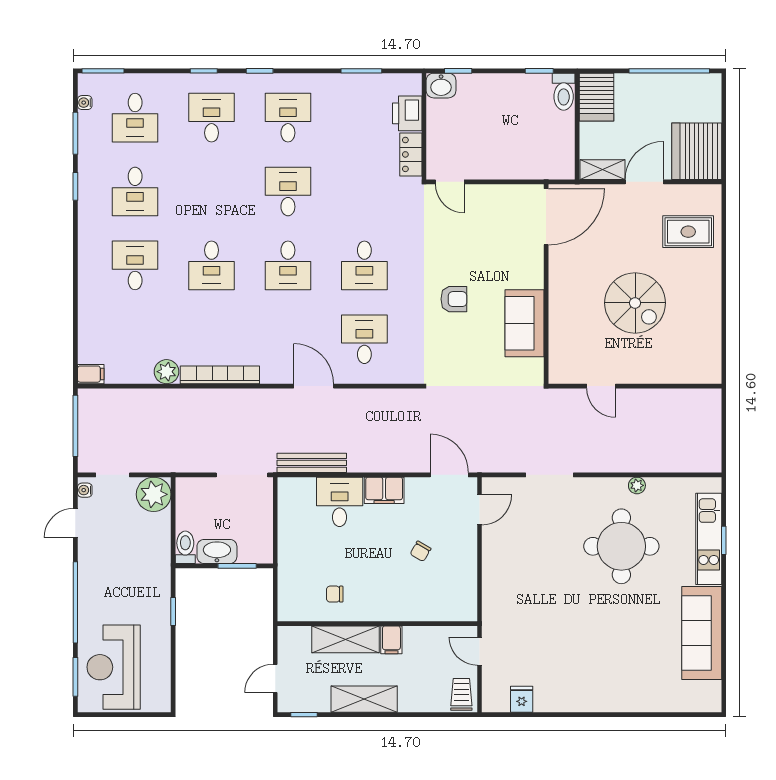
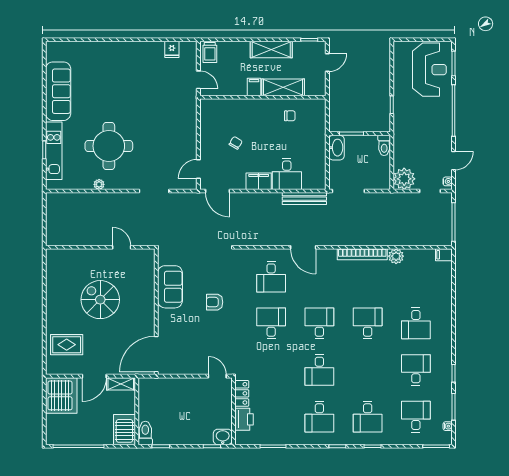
washbasin: (217, 551) -> (336, 148), moved, turned -90

